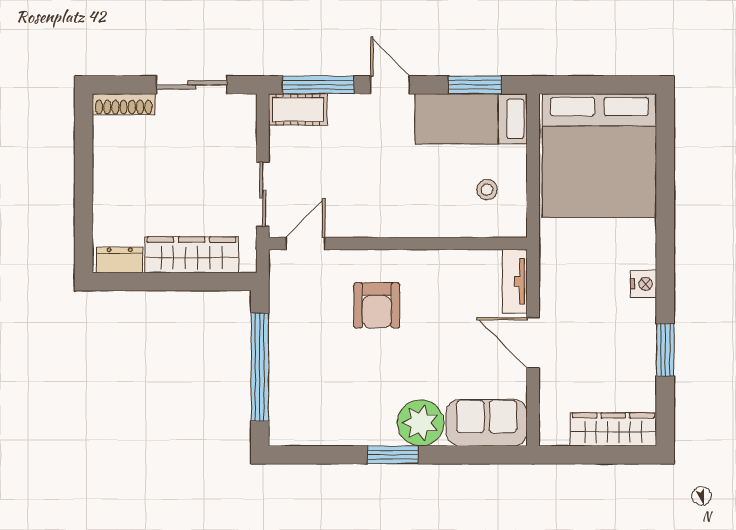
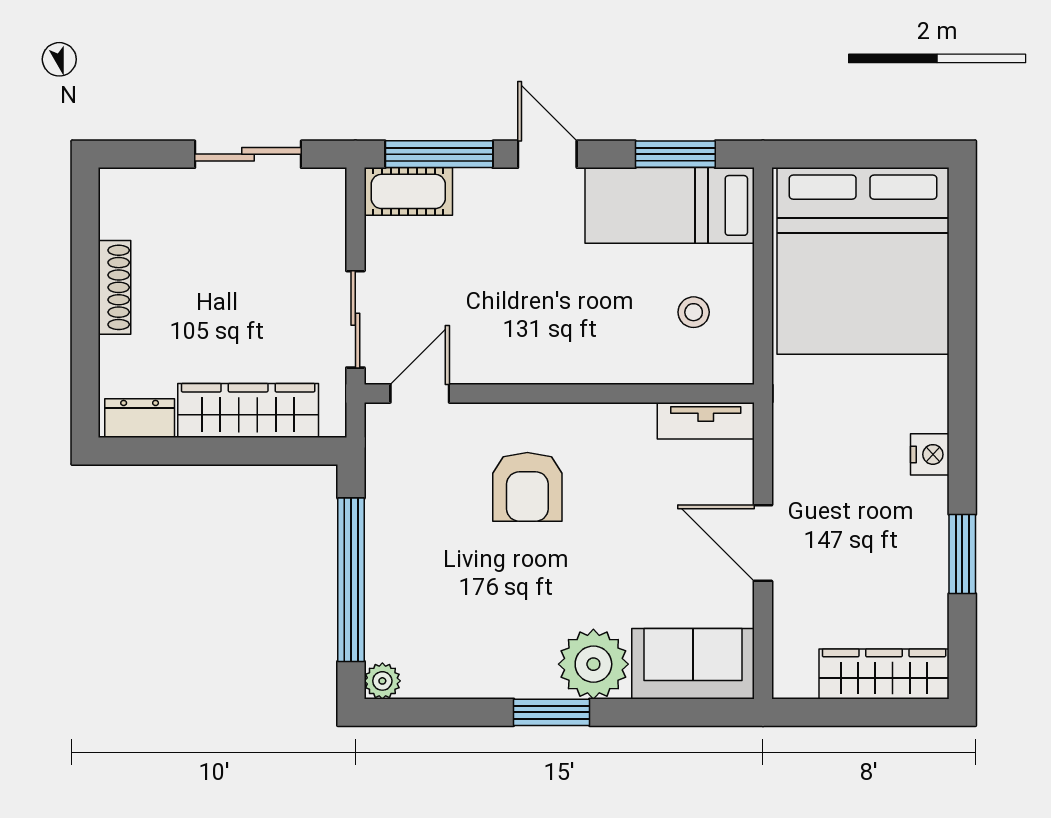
shoe rack: (124, 104) -> (114, 287), moved, turned -90
tv unit: (515, 281) -> (706, 421), moved, turned -90
plant: (281, 434) -> (382, 681), added

